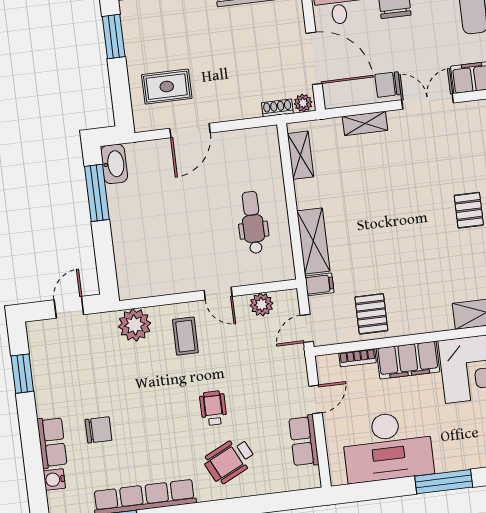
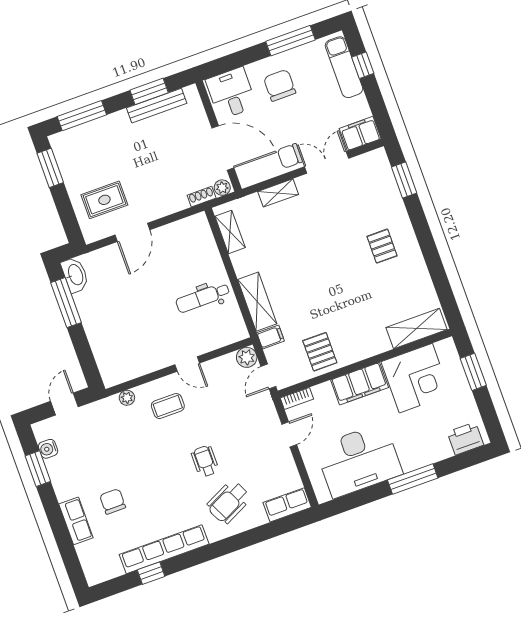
dental chair: (253, 222) -> (203, 298), turned -90
plant: (262, 304) -> (247, 357), moved
plant: (135, 325) -> (127, 398), width x0.53, depth x0.53
coffee table: (185, 336) -> (168, 406), turned 90
bookcase: (358, 358) -> (297, 398), moved
chair: (98, 430) -> (113, 501), turned -90
row of seats: (304, 441) -> (287, 505), moved, turned 90
water cooler: (54, 479) -> (48, 449), moved

